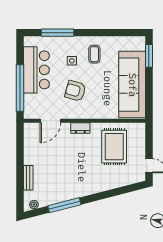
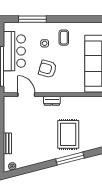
door: (50, 121) -> (26, 95), swing flipped
rug: (114, 147) -> (68, 134), moved
window: (64, 205) -> (70, 159), moved

